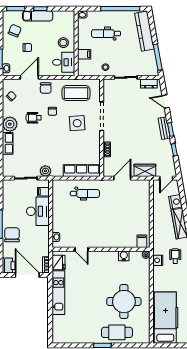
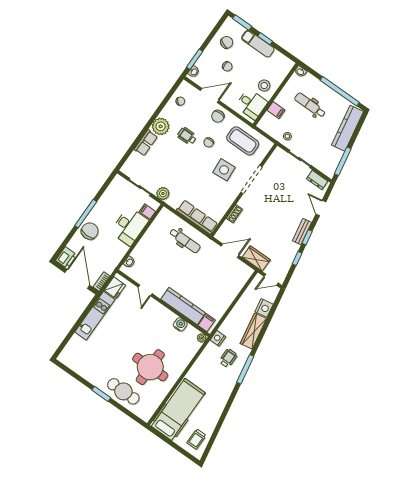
kitchen counter: (117, 241) -> (183, 306), added
nightstand: (158, 260) -> (218, 338), moved

